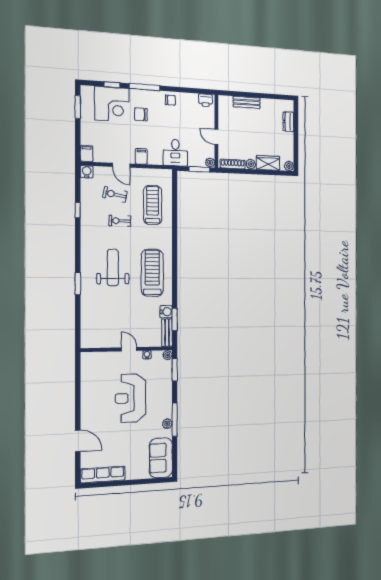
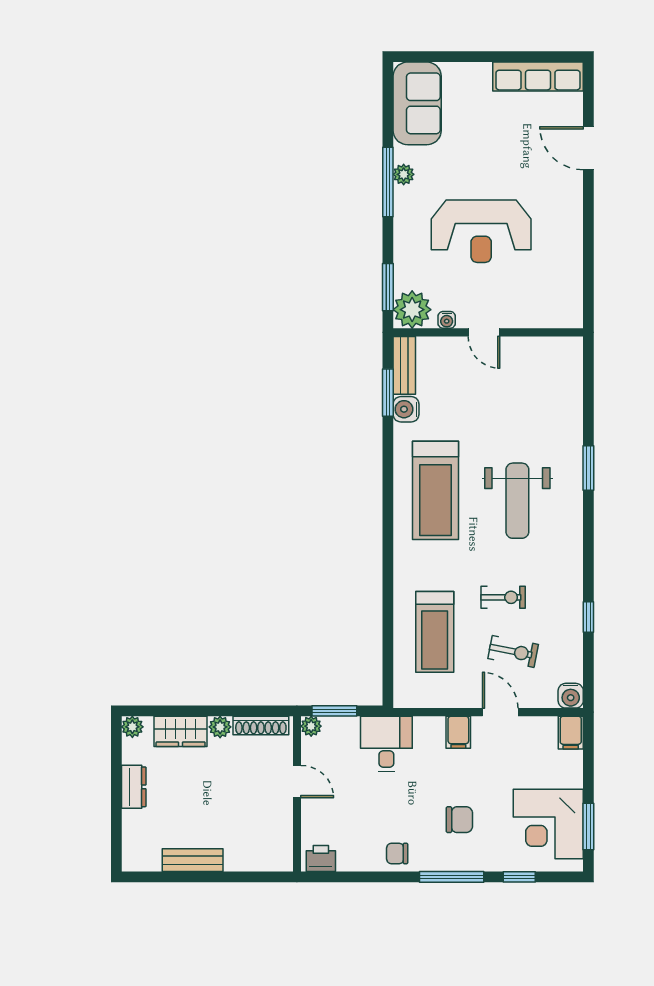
bench: (247, 102) -> (193, 860), moved
corner desk: (112, 104) -> (548, 824), moved, turned -90
dresser: (288, 122) -> (134, 787), moved
plant: (167, 355) -> (412, 310), width x1.87, depth x1.87
reception desk: (130, 398) -> (481, 231), turned 90

